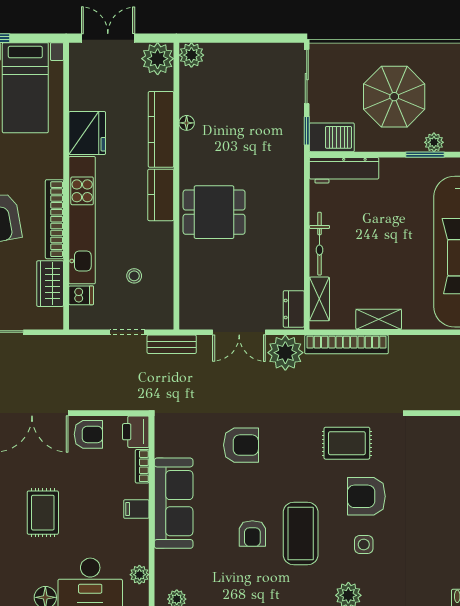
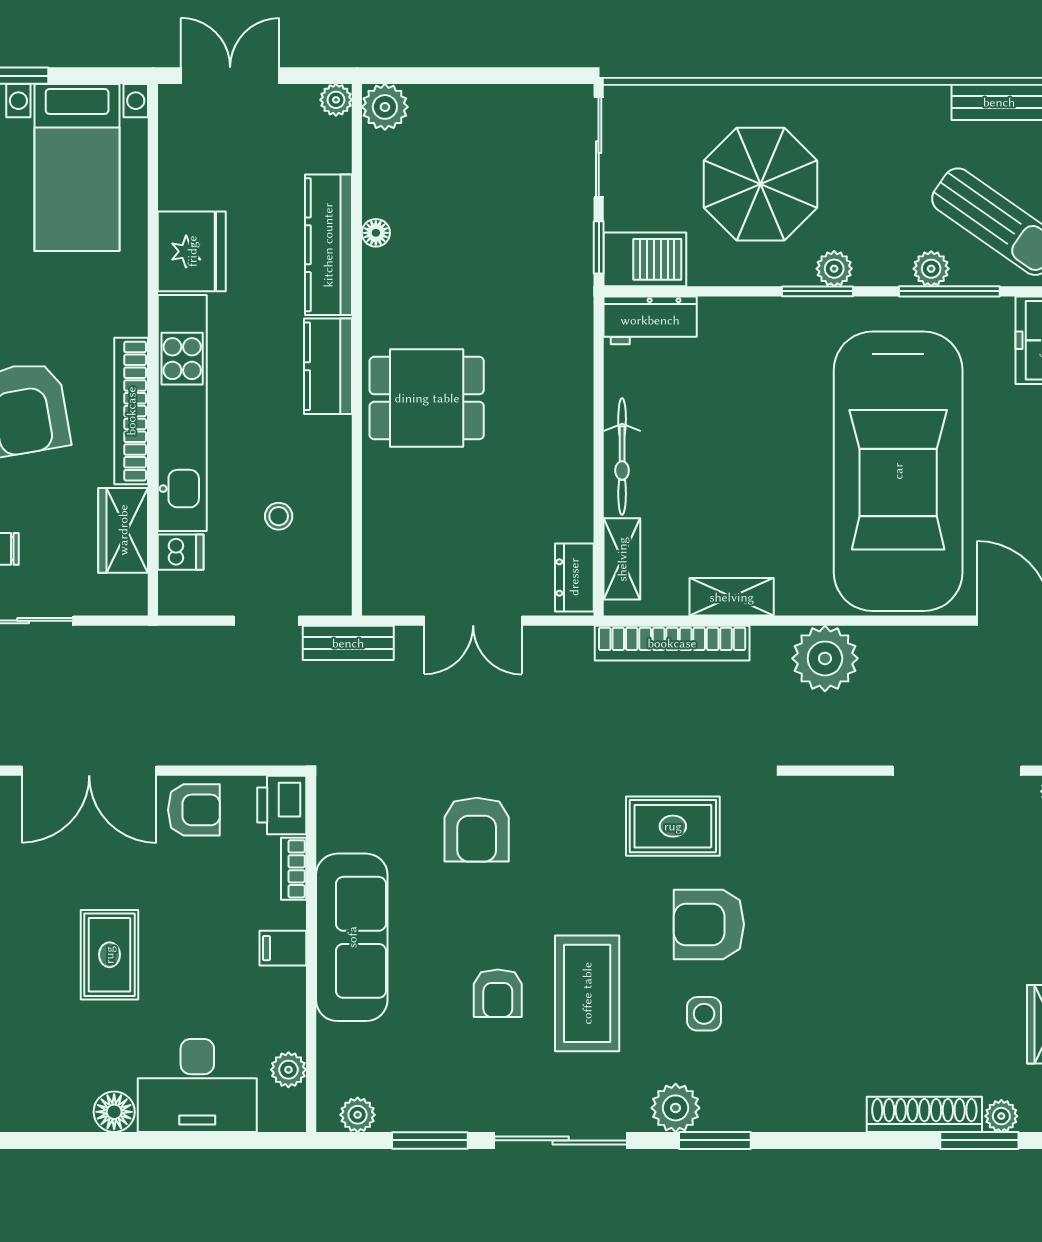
plant: (158, 59) -> (336, 100), width x0.53, depth x0.53
workbench: (344, 170) -> (650, 320), width x0.73
plant: (285, 353) -> (825, 658), moved
armchair: (241, 445) -> (477, 830), turned 90

